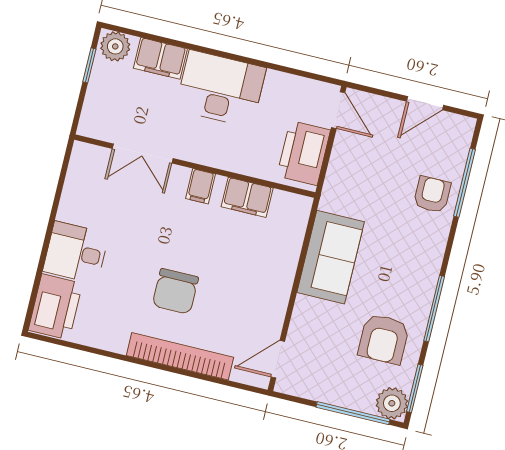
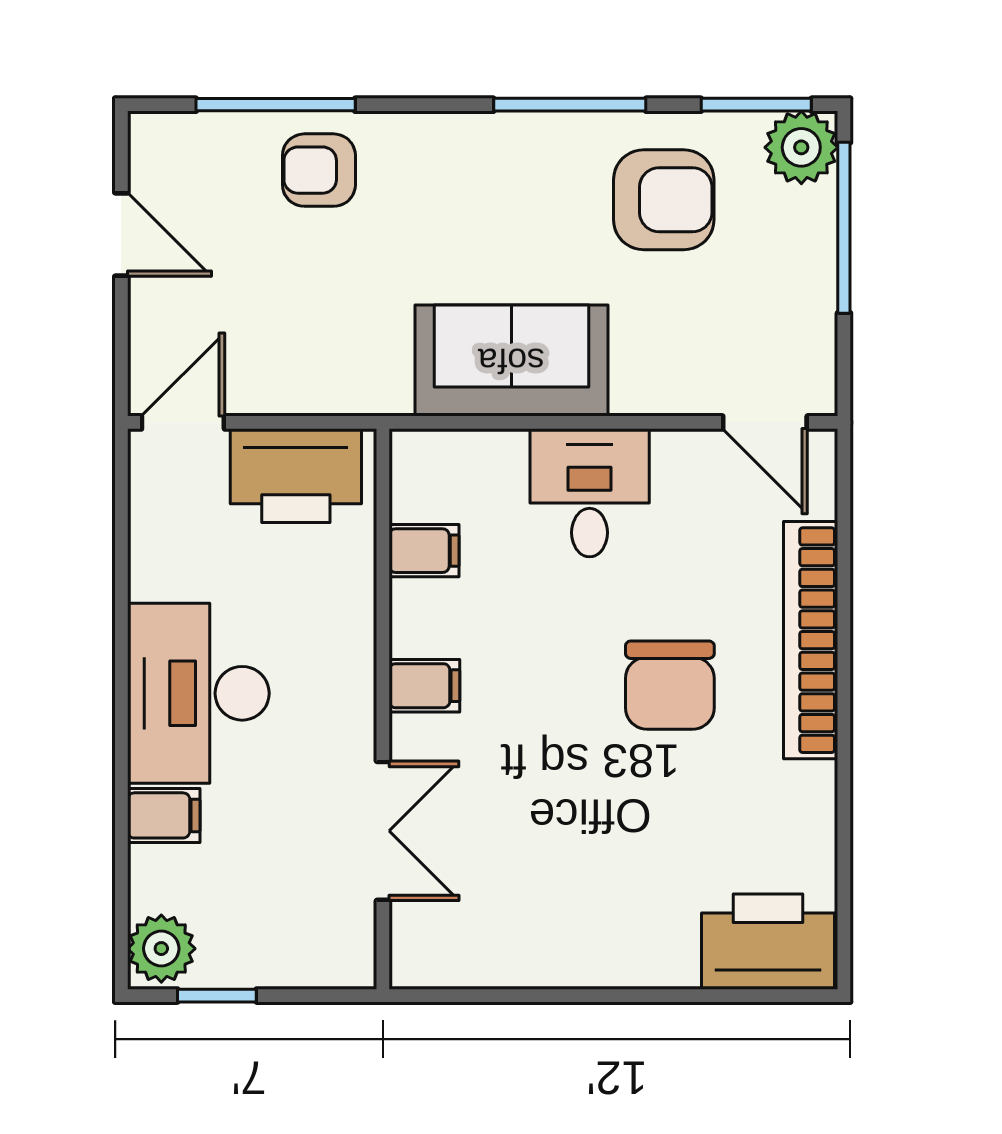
filing cabinet: (160, 58) -> (164, 815), width x0.50
filing cabinet: (247, 197) -> (424, 551), width x0.50
desk: (76, 252) -> (590, 493), moved, turned 180
chair: (175, 291) -> (670, 685), turned 90

